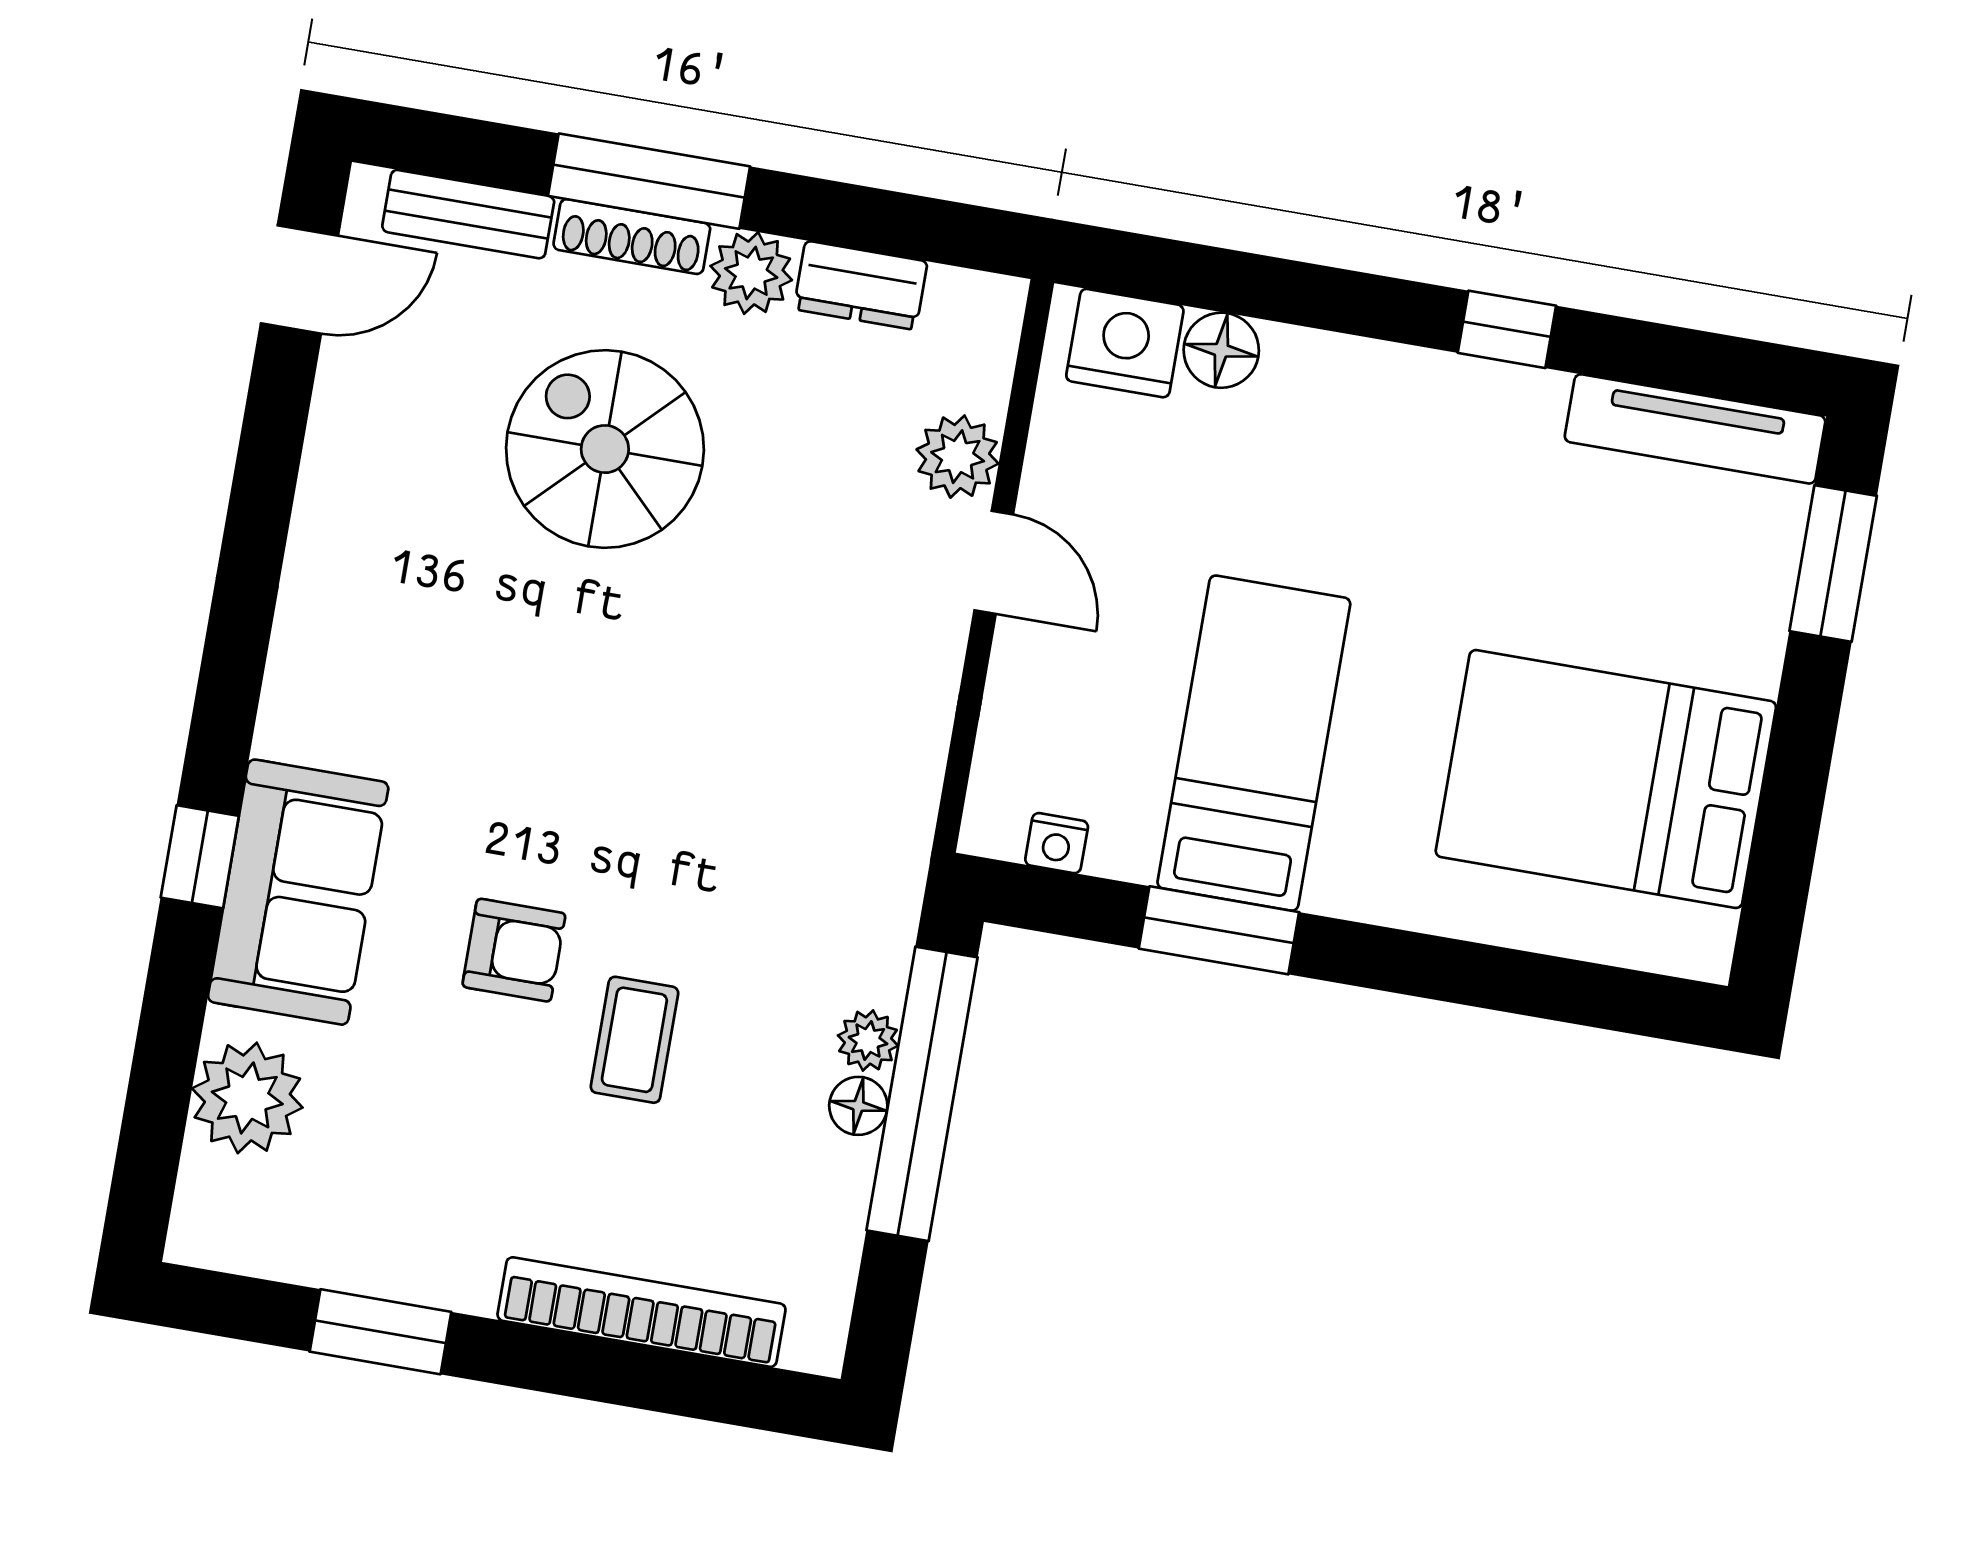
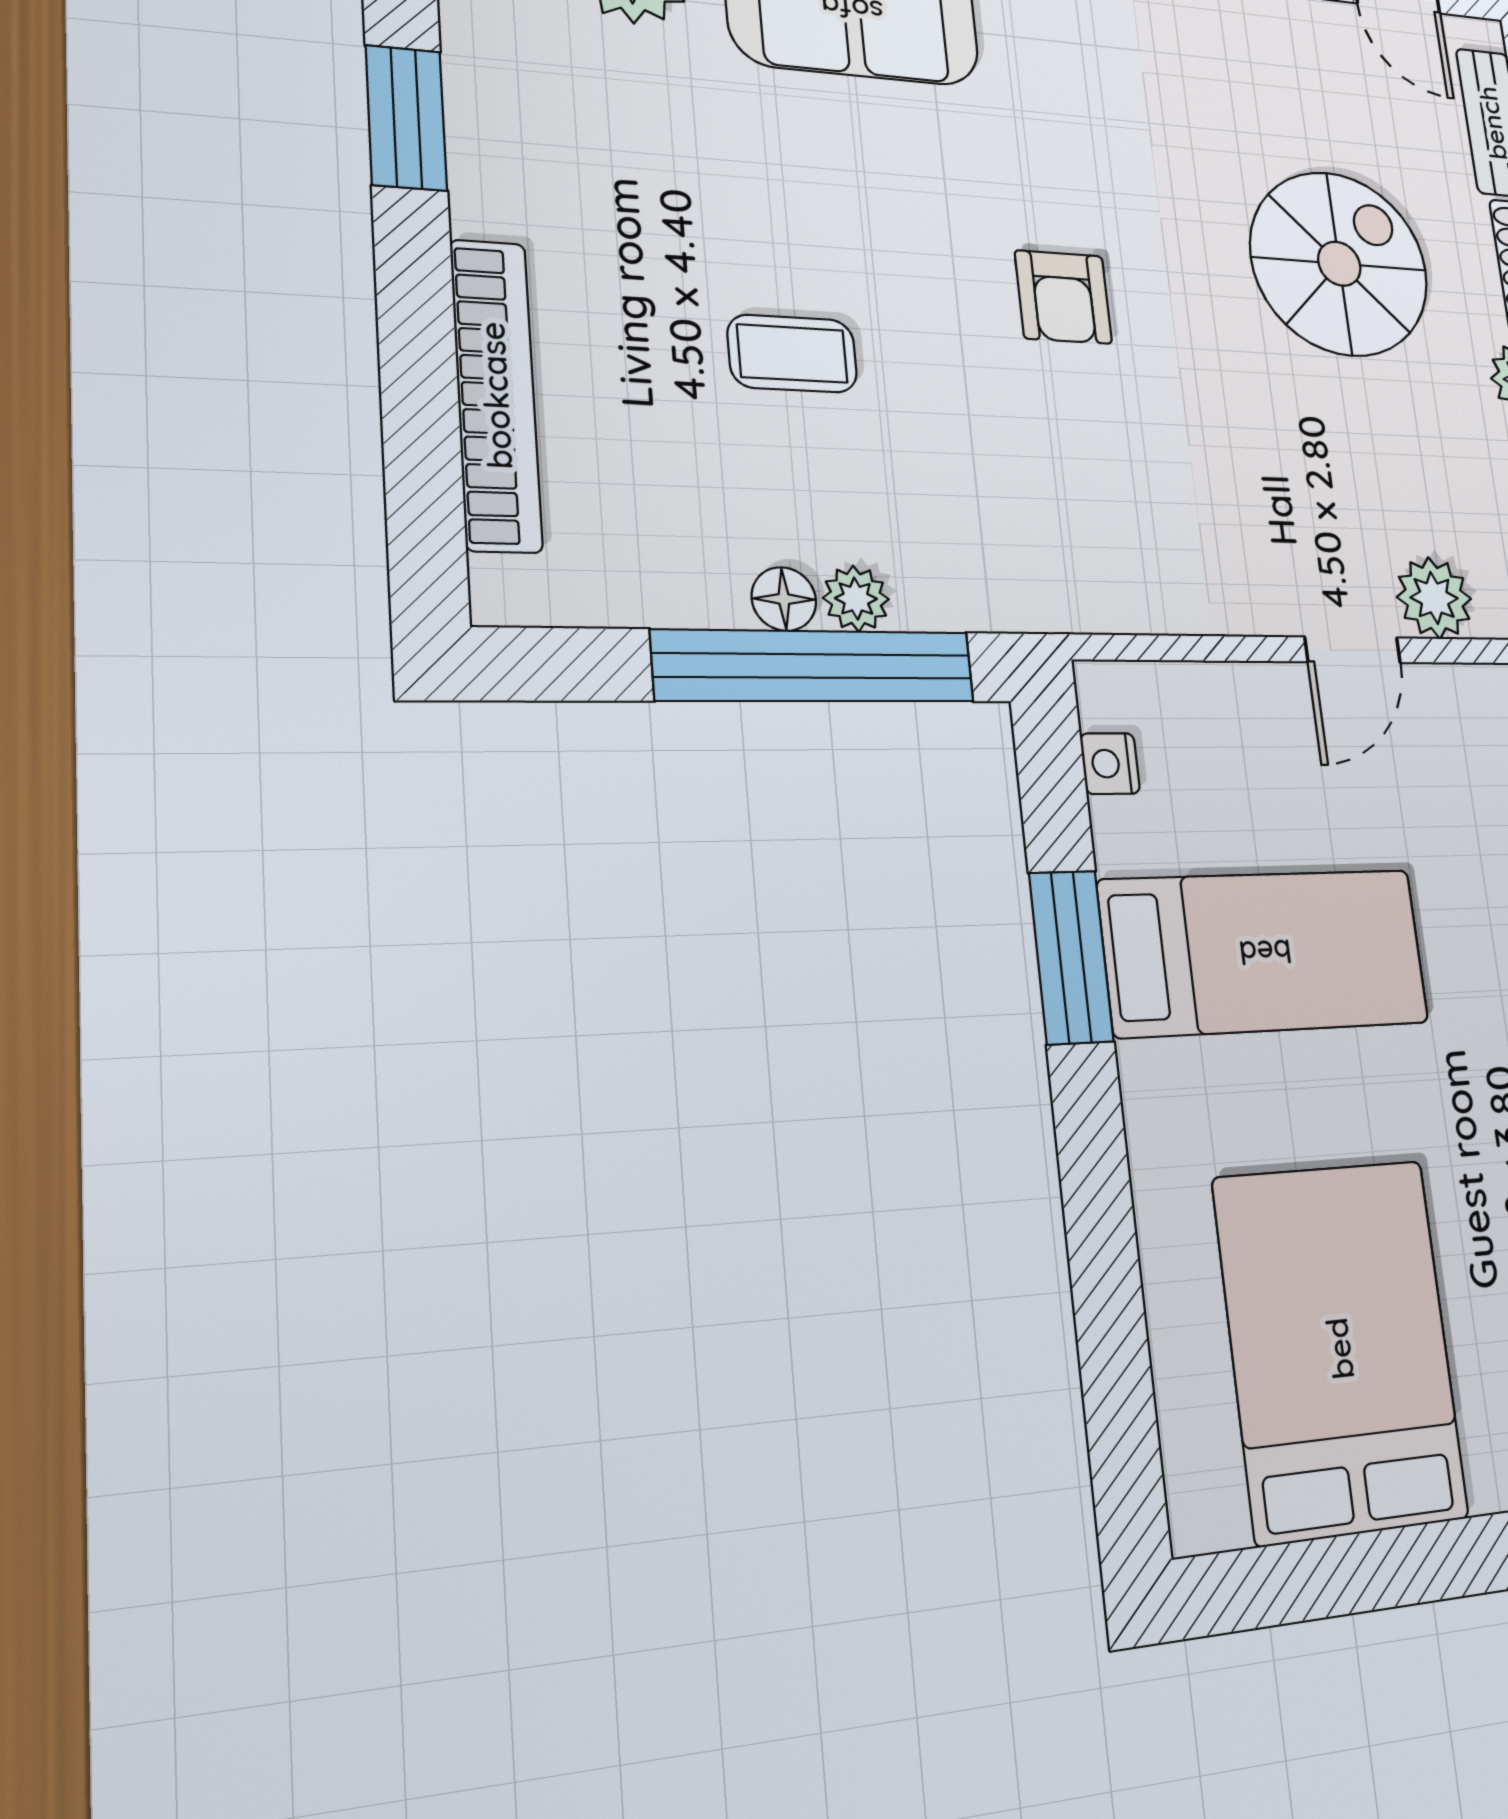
armchair: (514, 950) -> (1063, 297), moved

